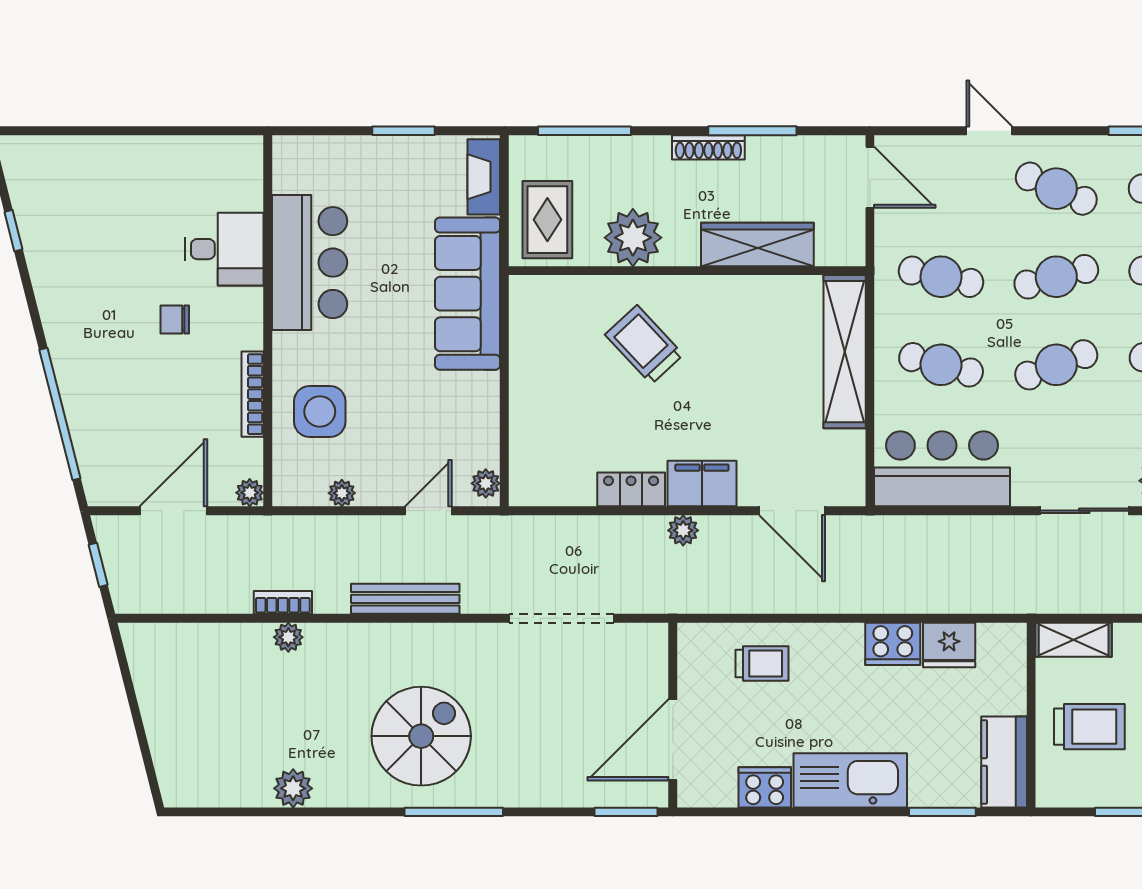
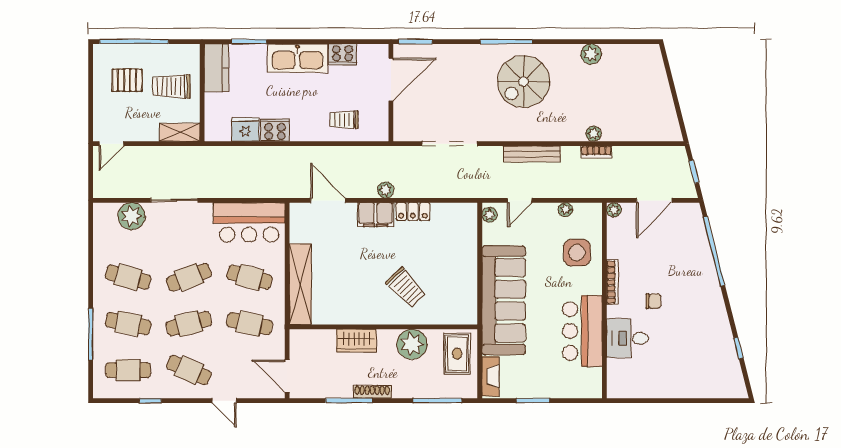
wardrobe: (757, 245) -> (356, 341), width x0.67
sofa: (468, 294) -> (504, 300), width x1.36, depth x1.27
bookcase: (253, 394) -> (612, 282), moved

